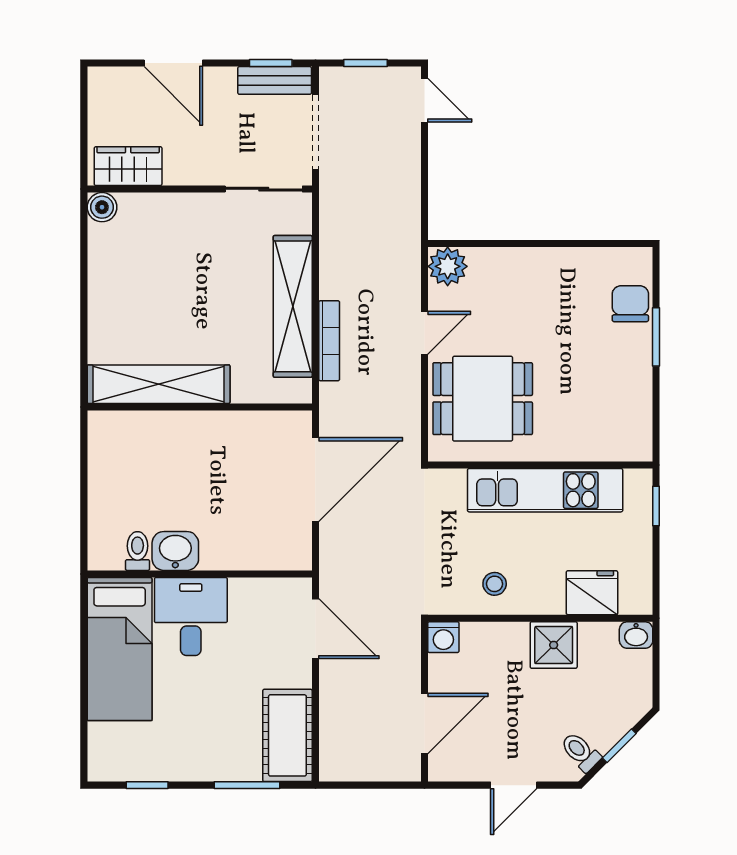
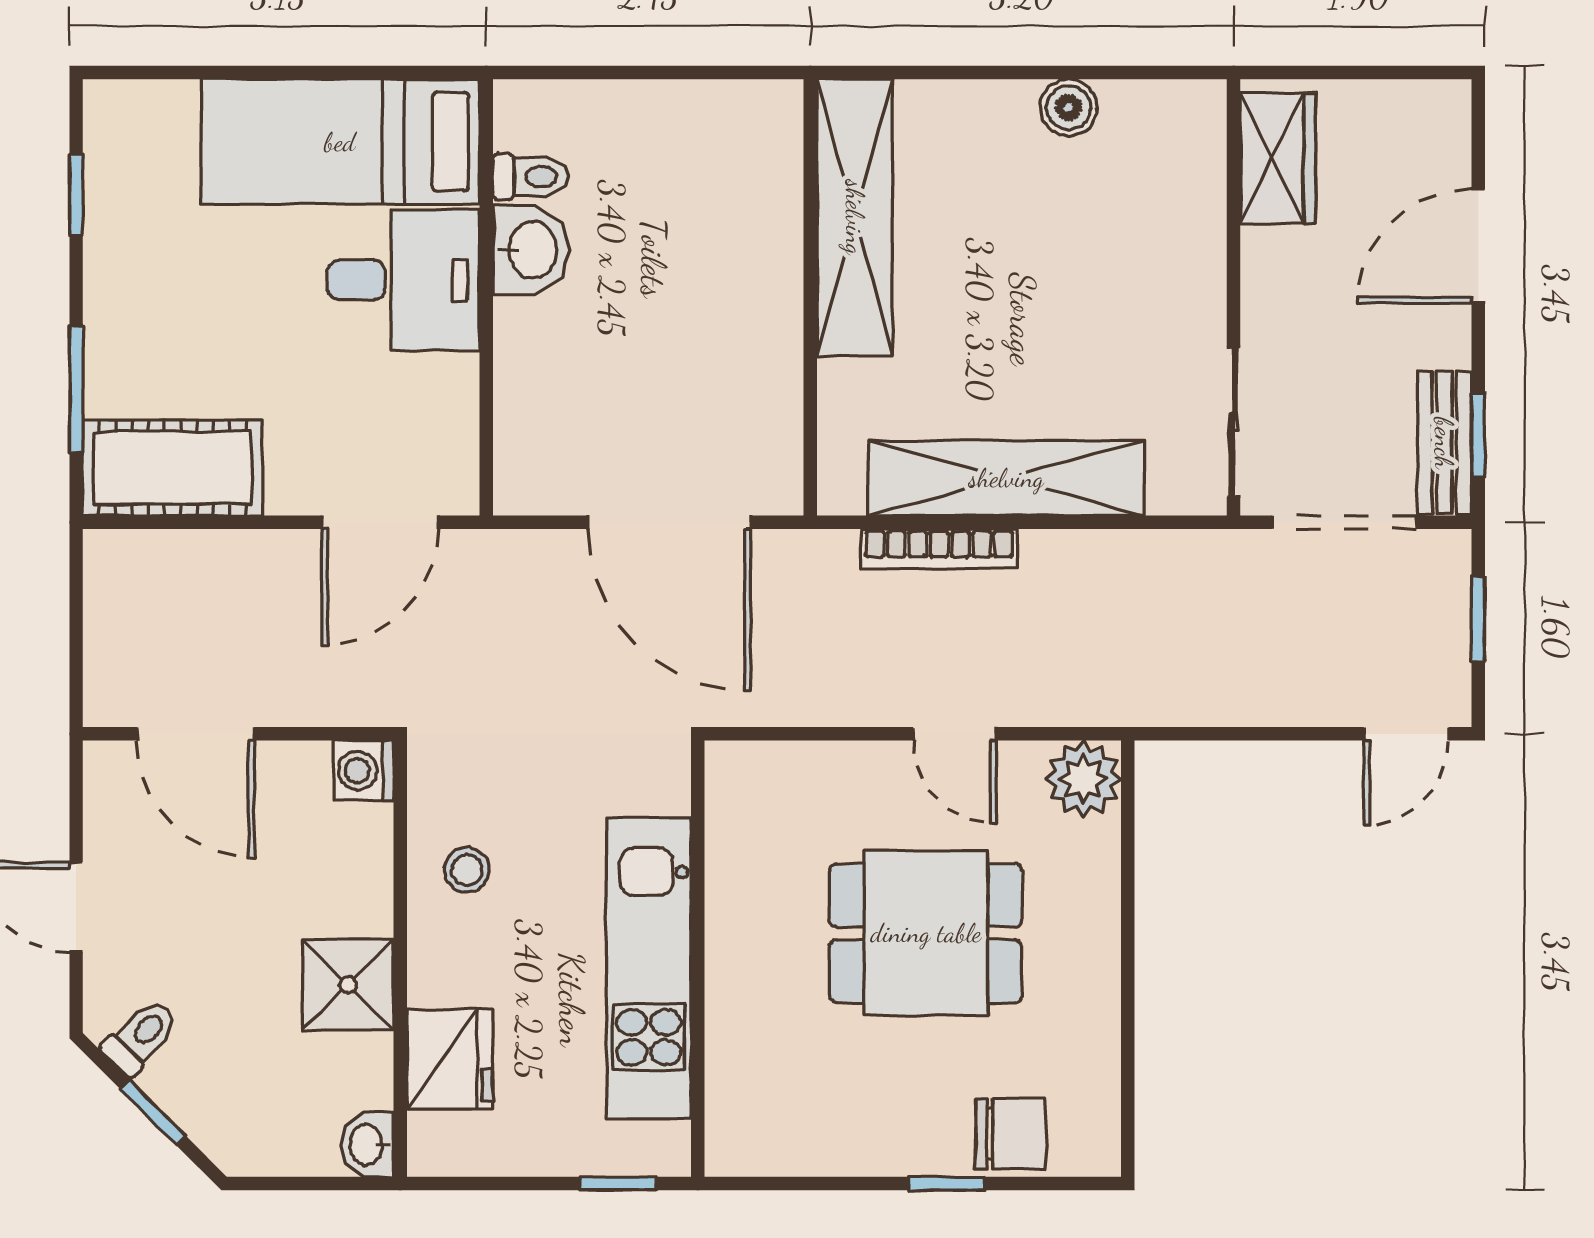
boiler: (102, 207) -> (1069, 108), moved
window: (656, 337) -> (947, 1184), width x0.67
dining table: (483, 399) -> (926, 933), moved, turned 90

